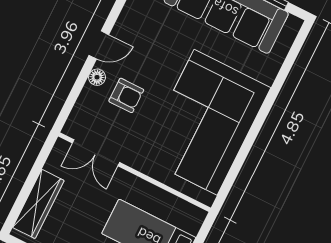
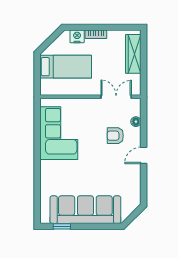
floor lamp: (97, 77) -> (136, 122), moved
corner sofa: (206, 122) -> (59, 133), width x0.73, depth x0.74

